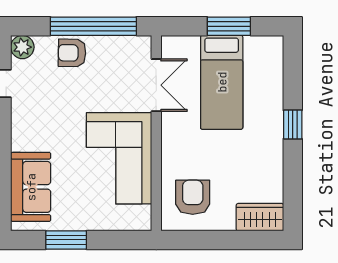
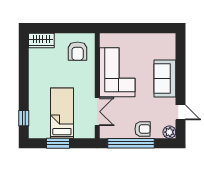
double door: (156, 85) -> (97, 112), swing flipped
window: (293, 125) -> (24, 118), moved
sofa: (31, 187) -> (165, 79), moved
window: (66, 240) -> (146, 28), removed

